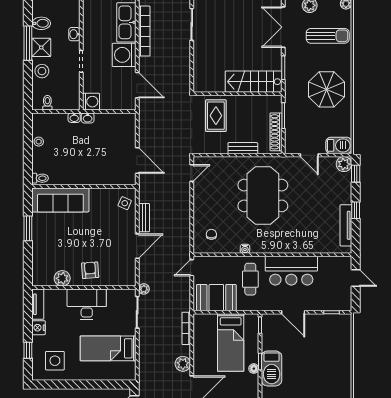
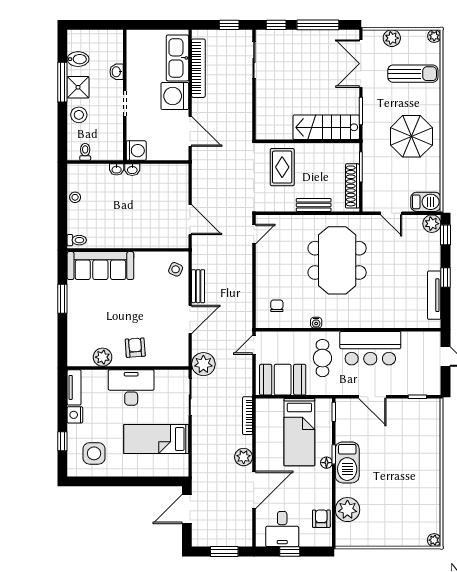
plant: (144, 289) -> (203, 364), width x1.87, depth x1.87

